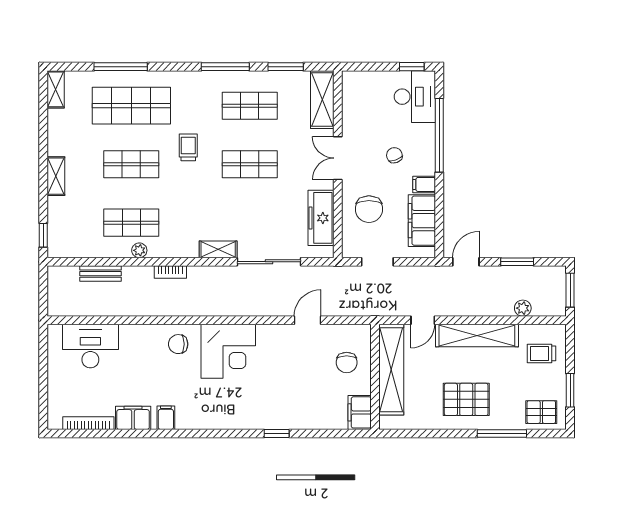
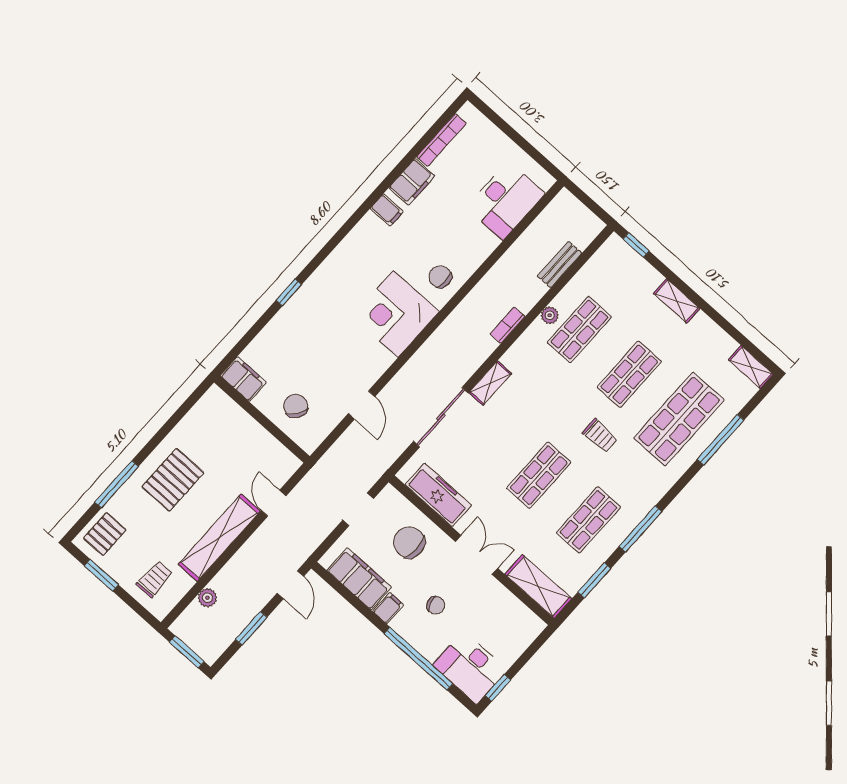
chair: (178, 344) -> (440, 277), turned -90
chair: (347, 363) -> (296, 406), turned 34
shelving: (391, 370) -> (256, 439), removed

